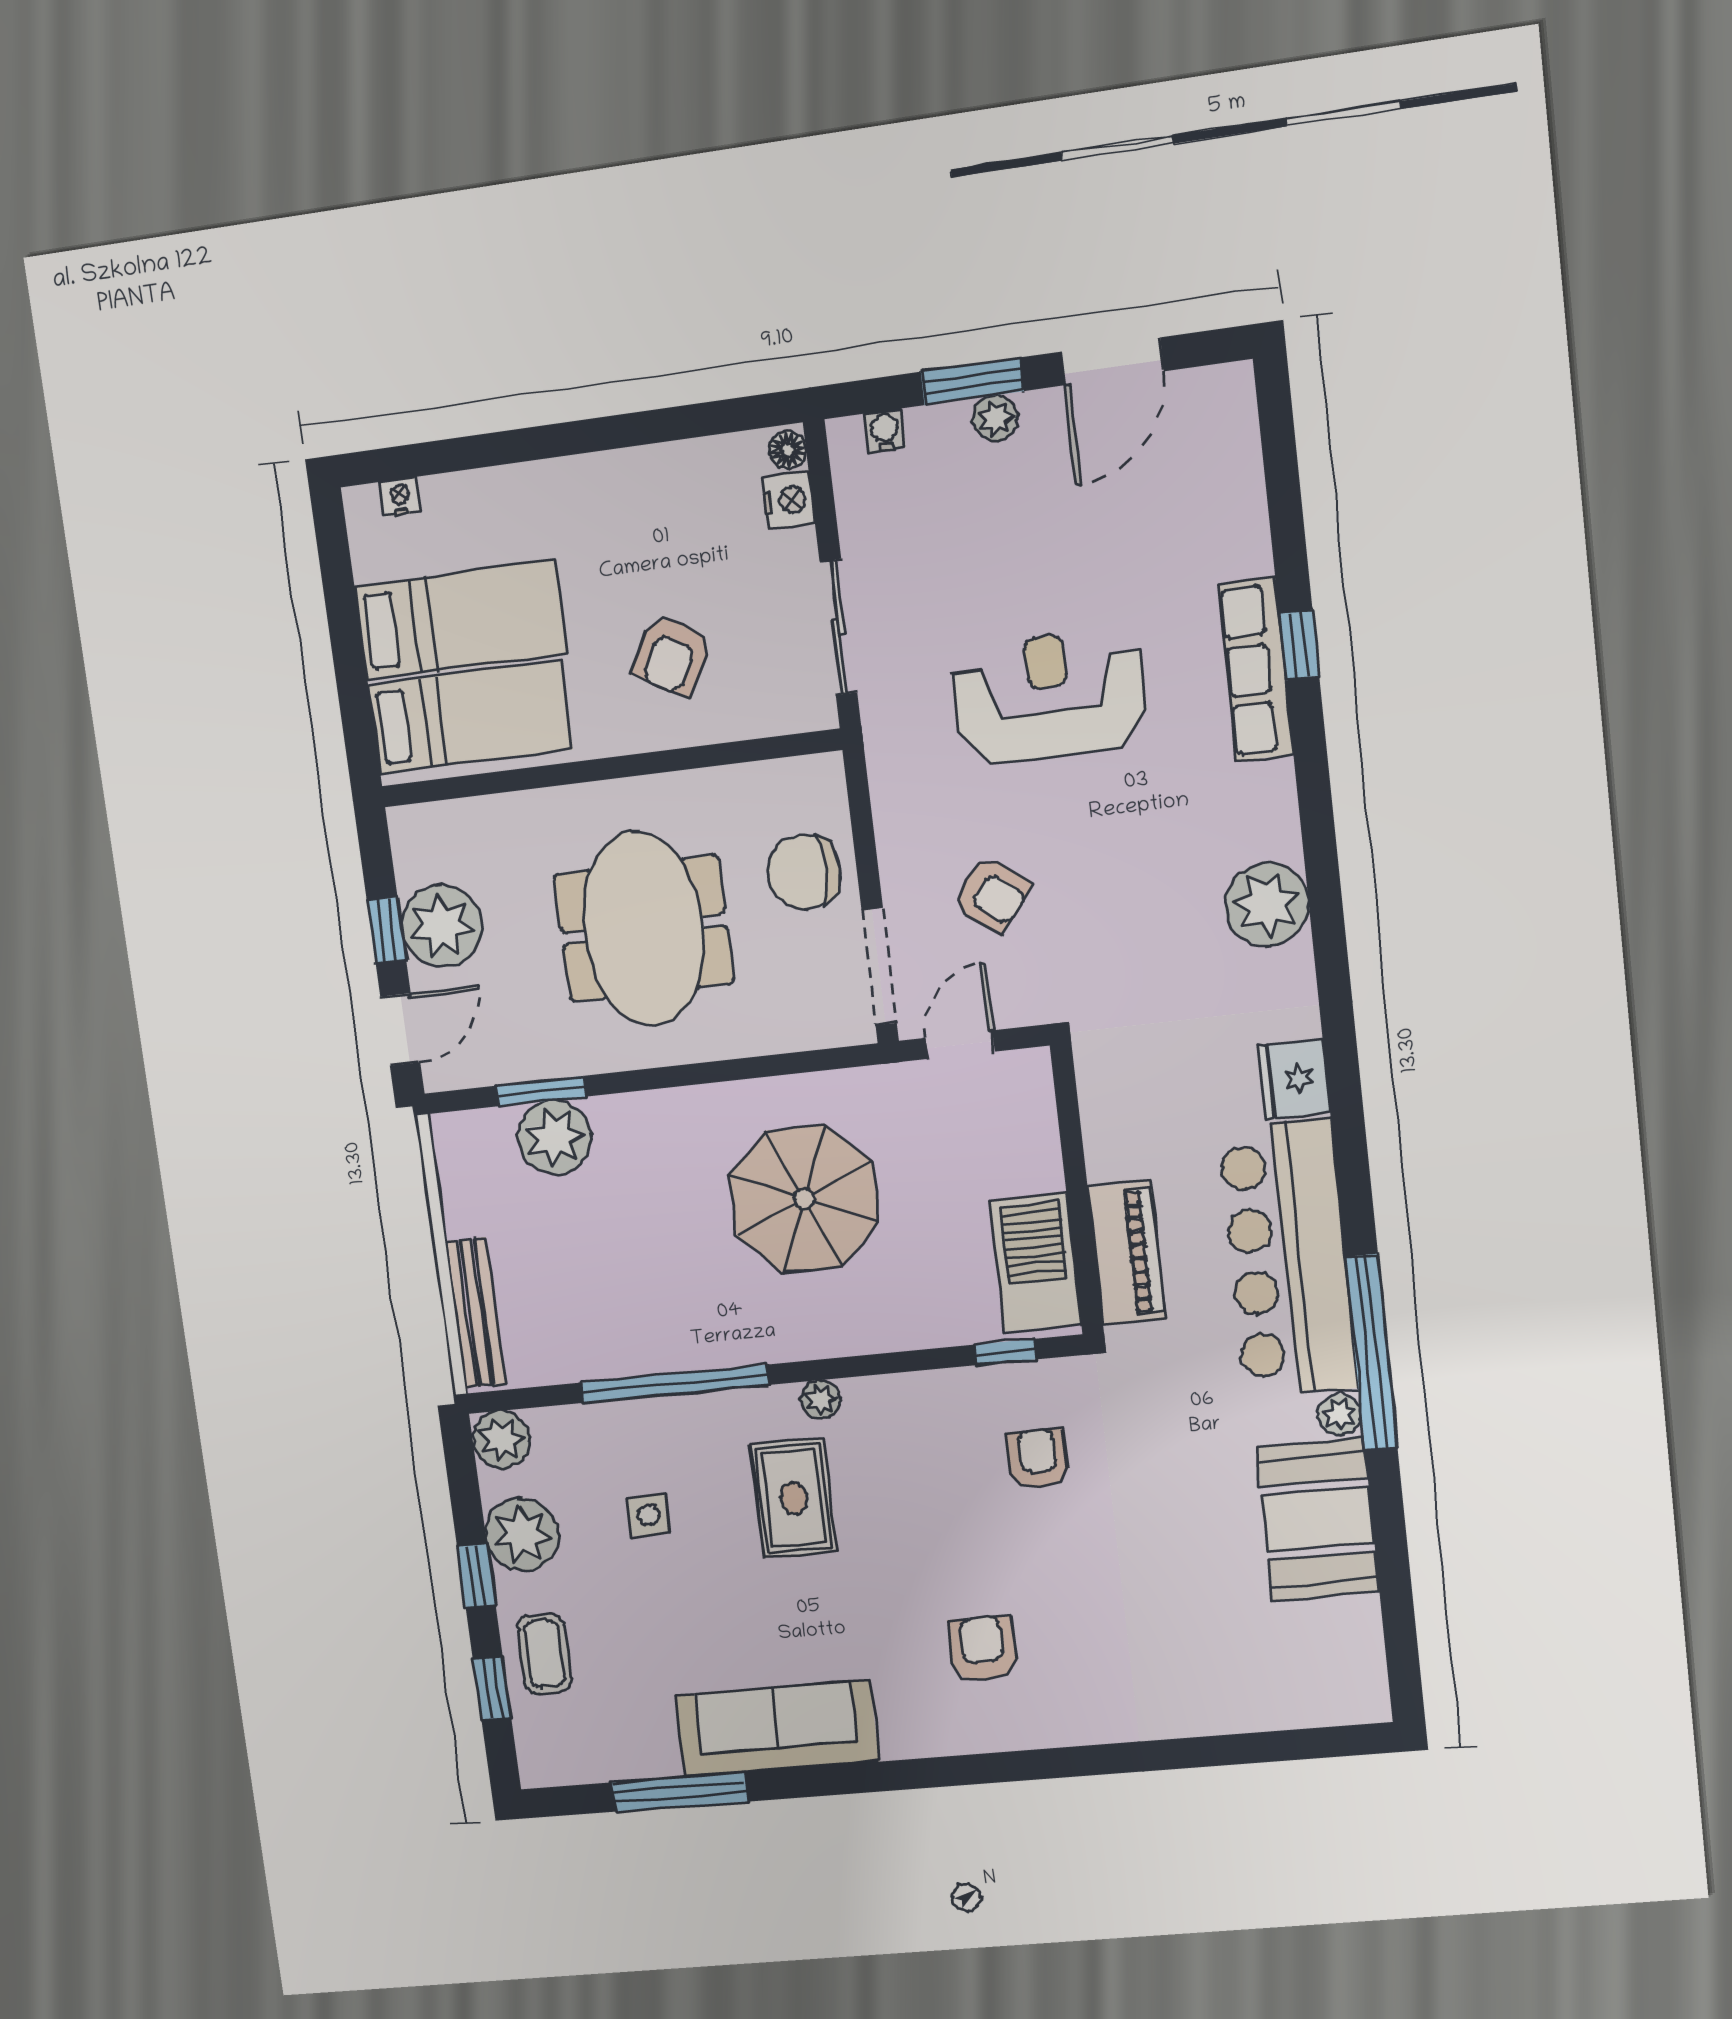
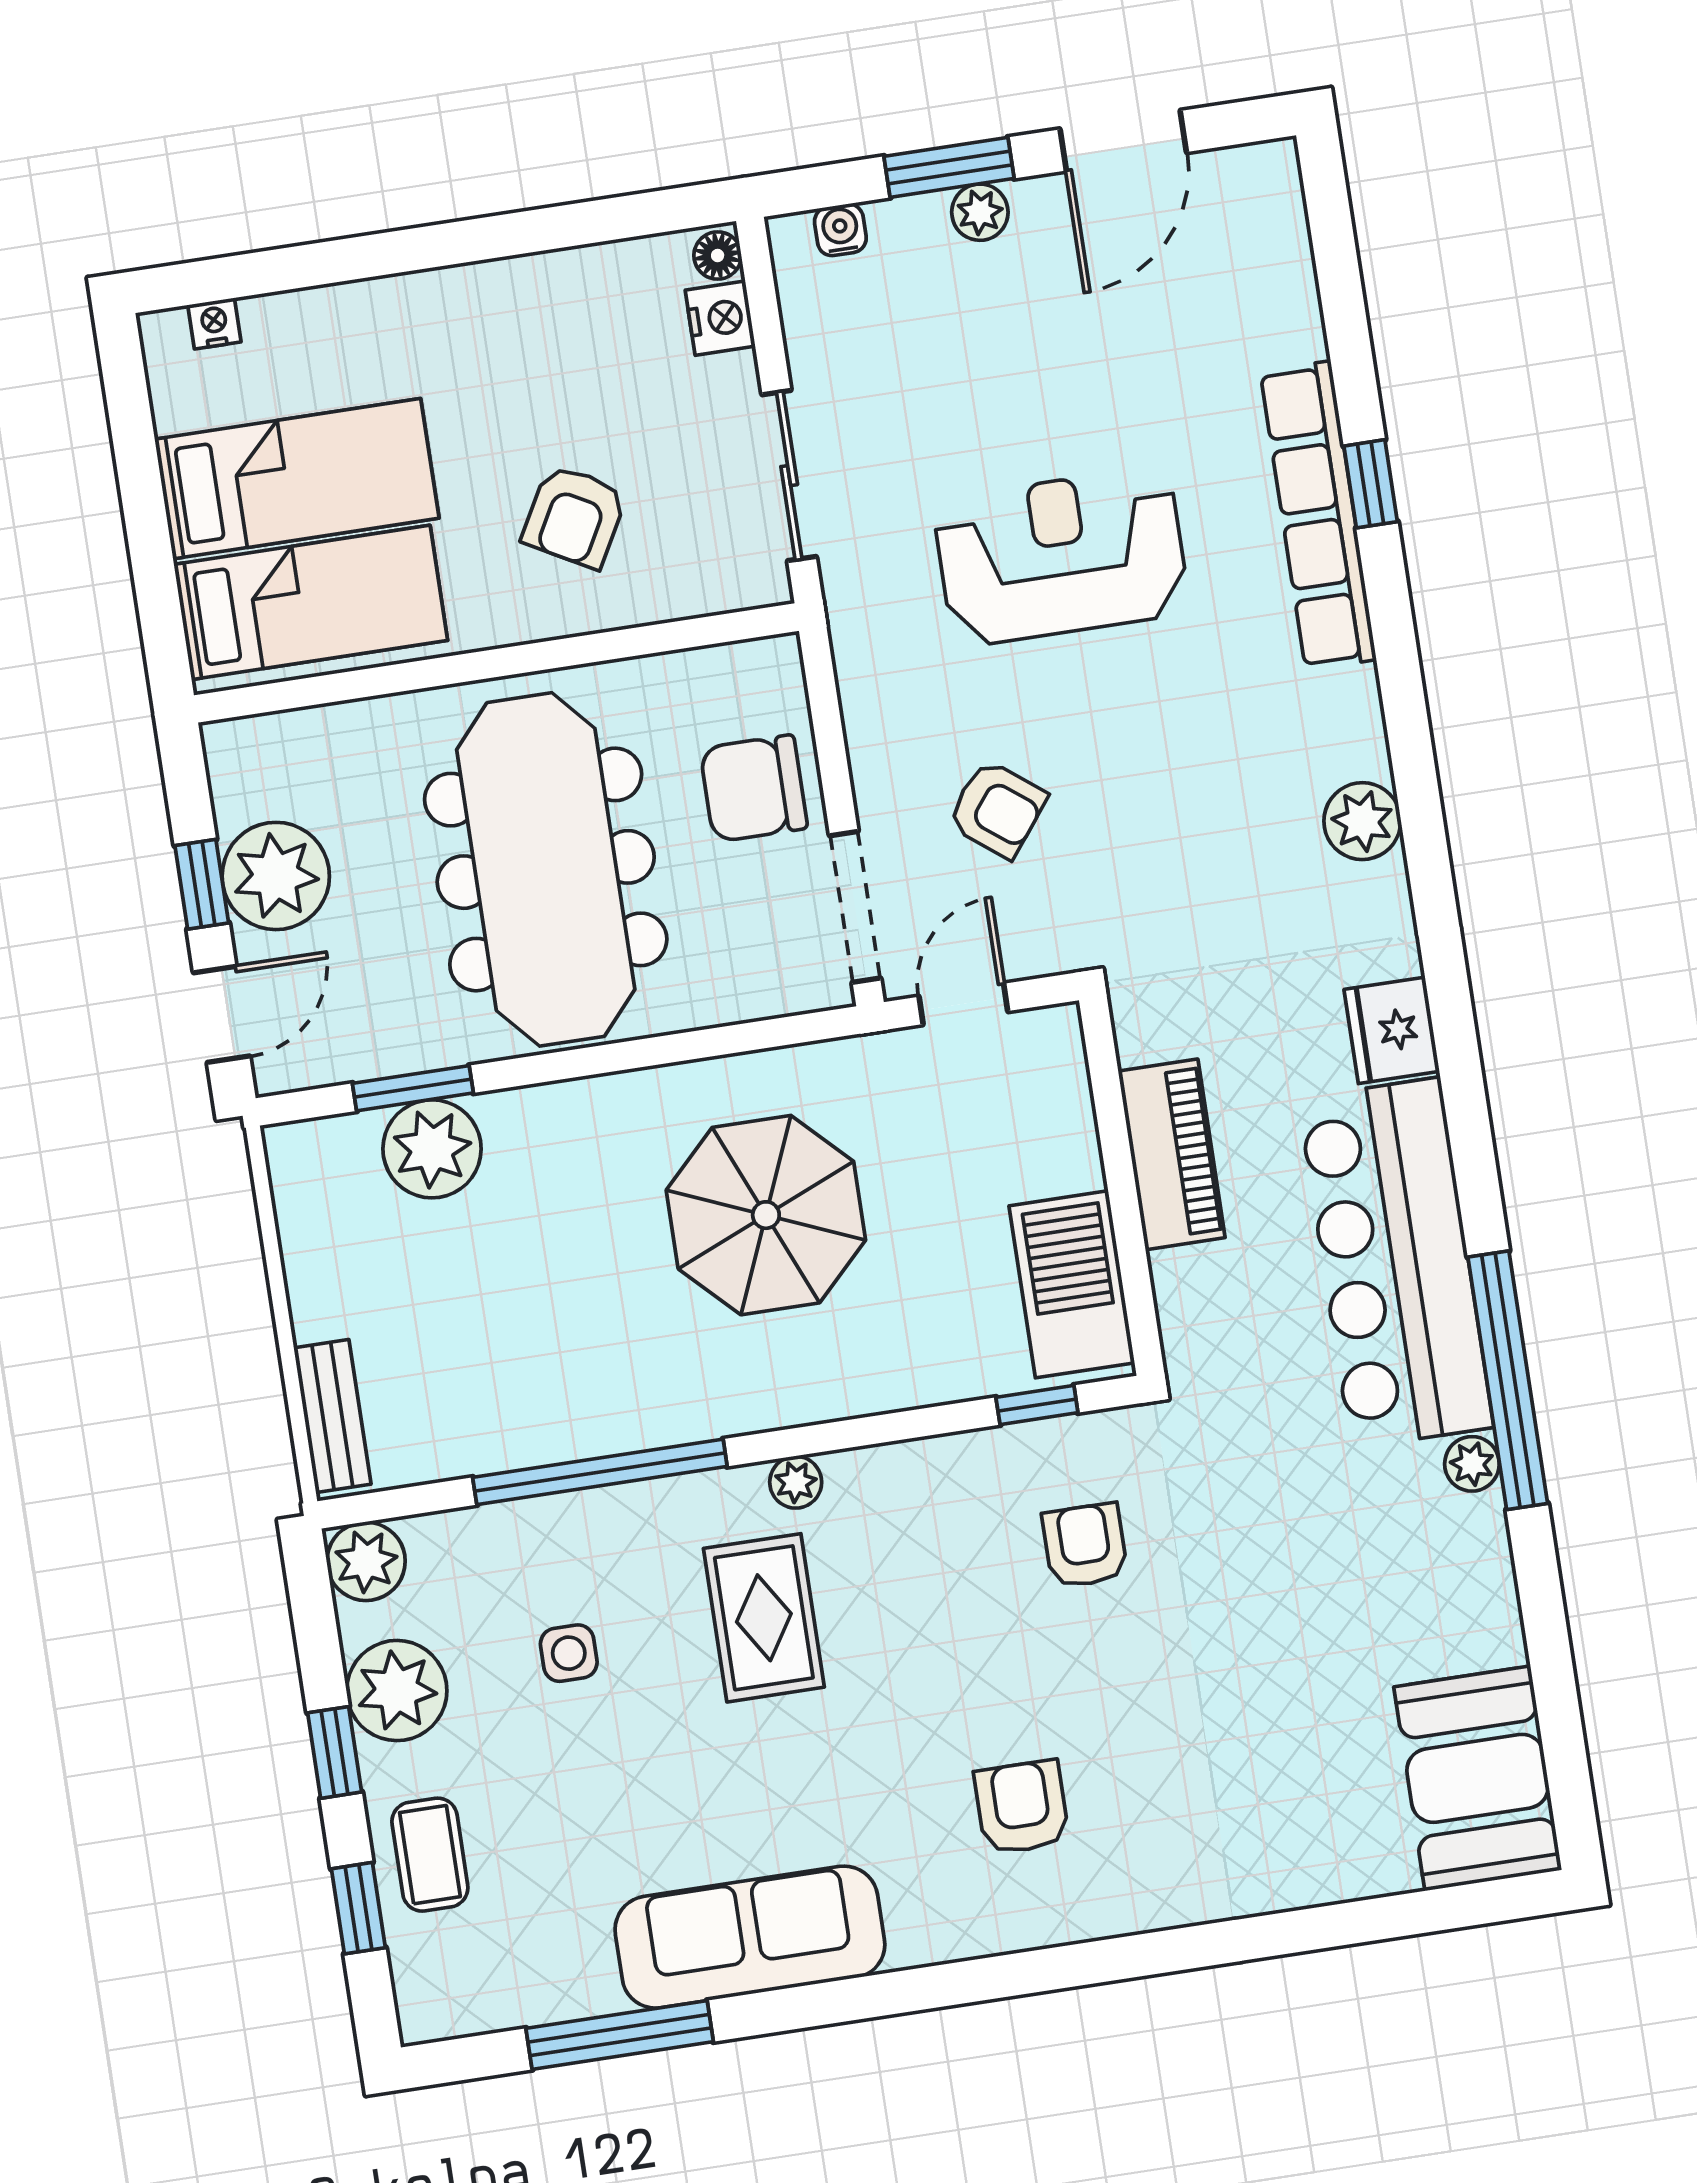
row of seats: (1256, 670) -> (1318, 516), width x1.36
plant: (1267, 905) -> (1362, 821), width x0.73, depth x0.73
meeting table: (644, 929) -> (546, 869), width x1.36
piano: (1126, 1253) -> (1172, 1154), moved
bench: (475, 1312) -> (332, 1416), width x0.73
booth: (1318, 1519) -> (1478, 1778), moved

